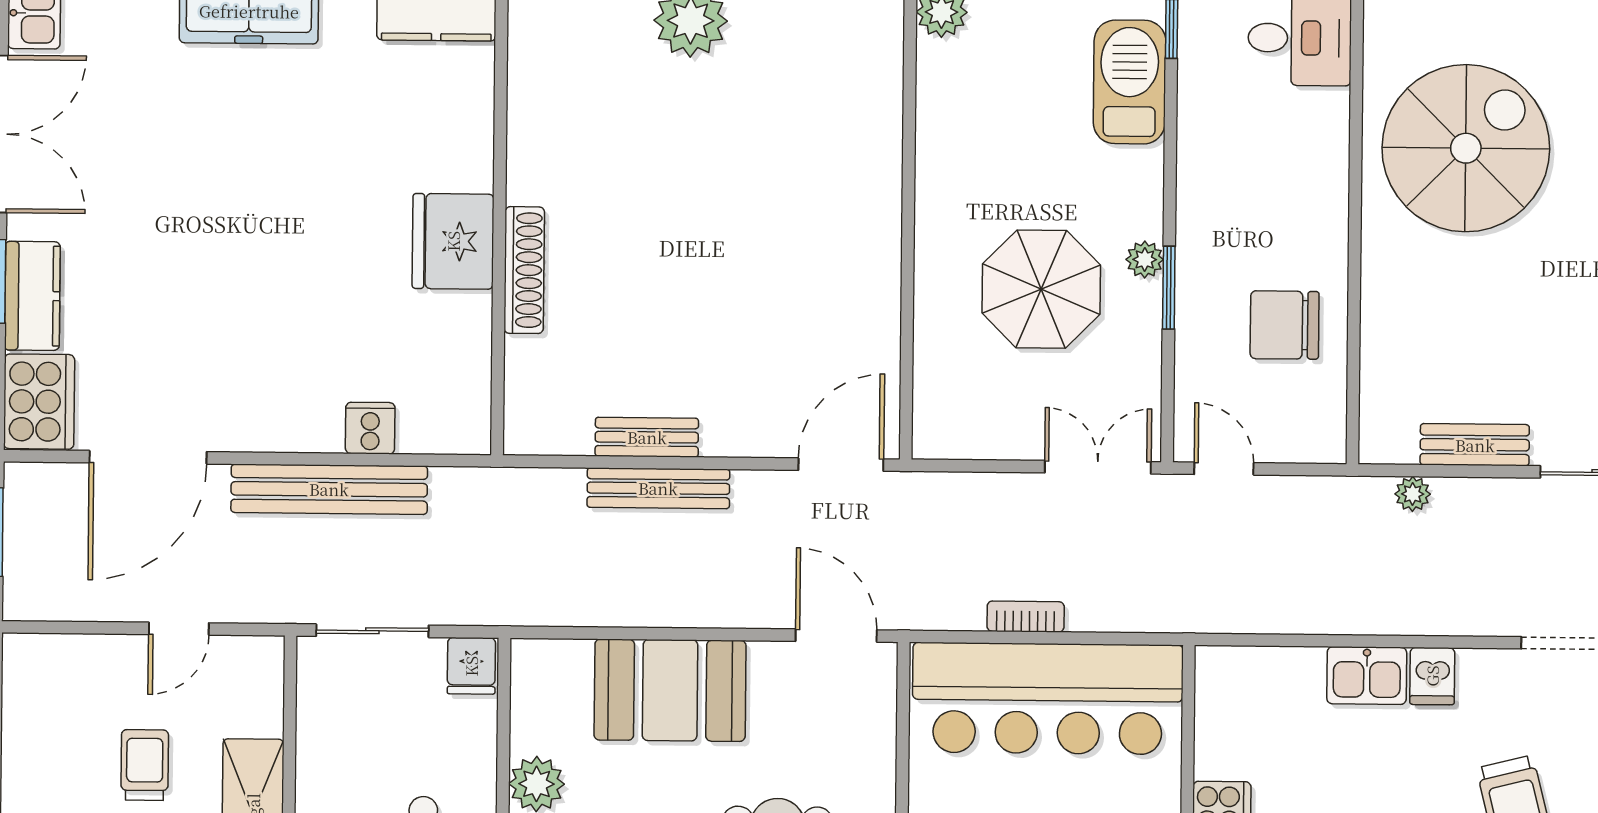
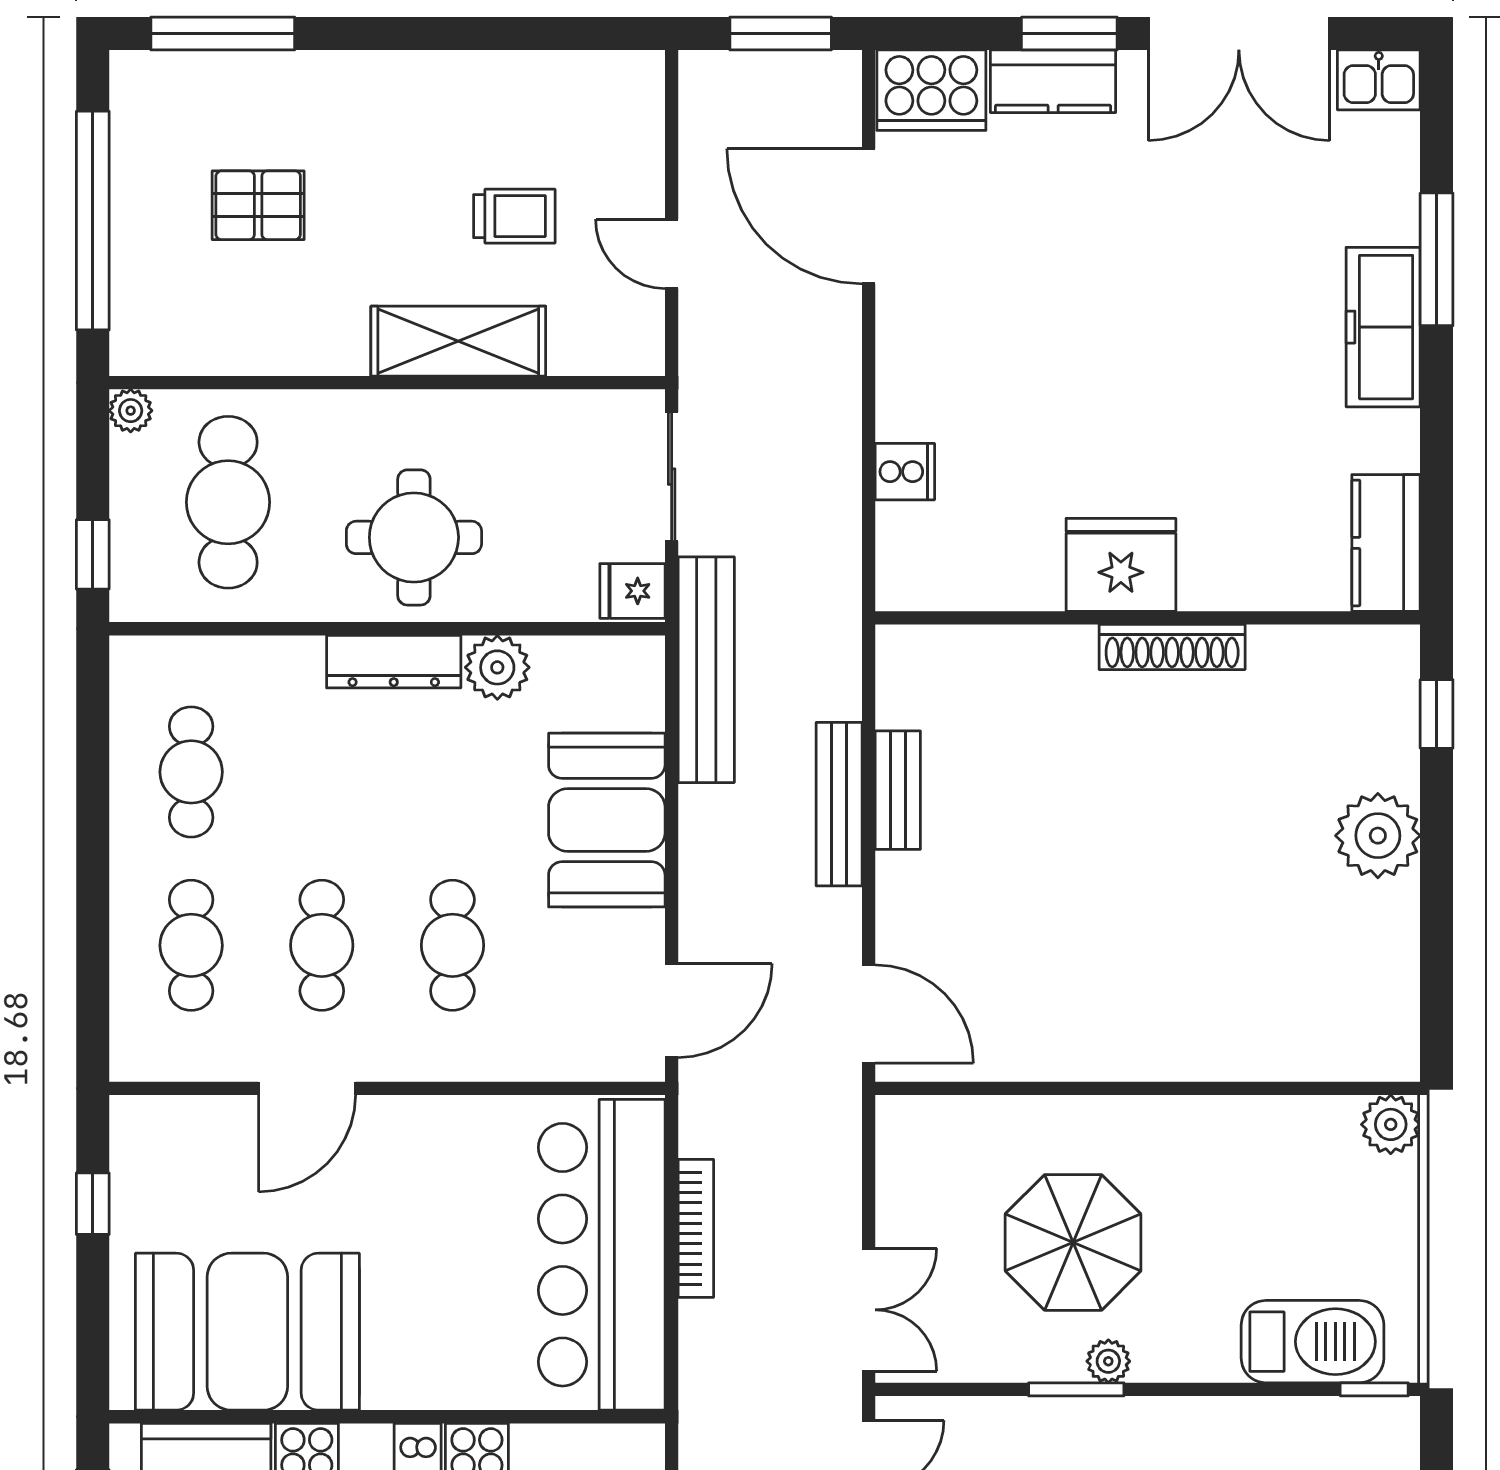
shoe rack: (524, 270) -> (1172, 647), moved
bench: (329, 489) -> (706, 670), moved
bookcase: (1026, 617) -> (696, 1228), width x1.56

